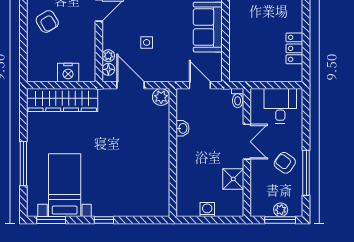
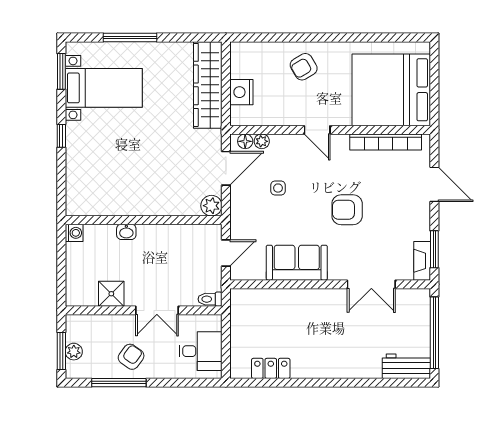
washbasin: (183, 128) -> (126, 232), moved
washing machine: (207, 210) -> (74, 233), moved

